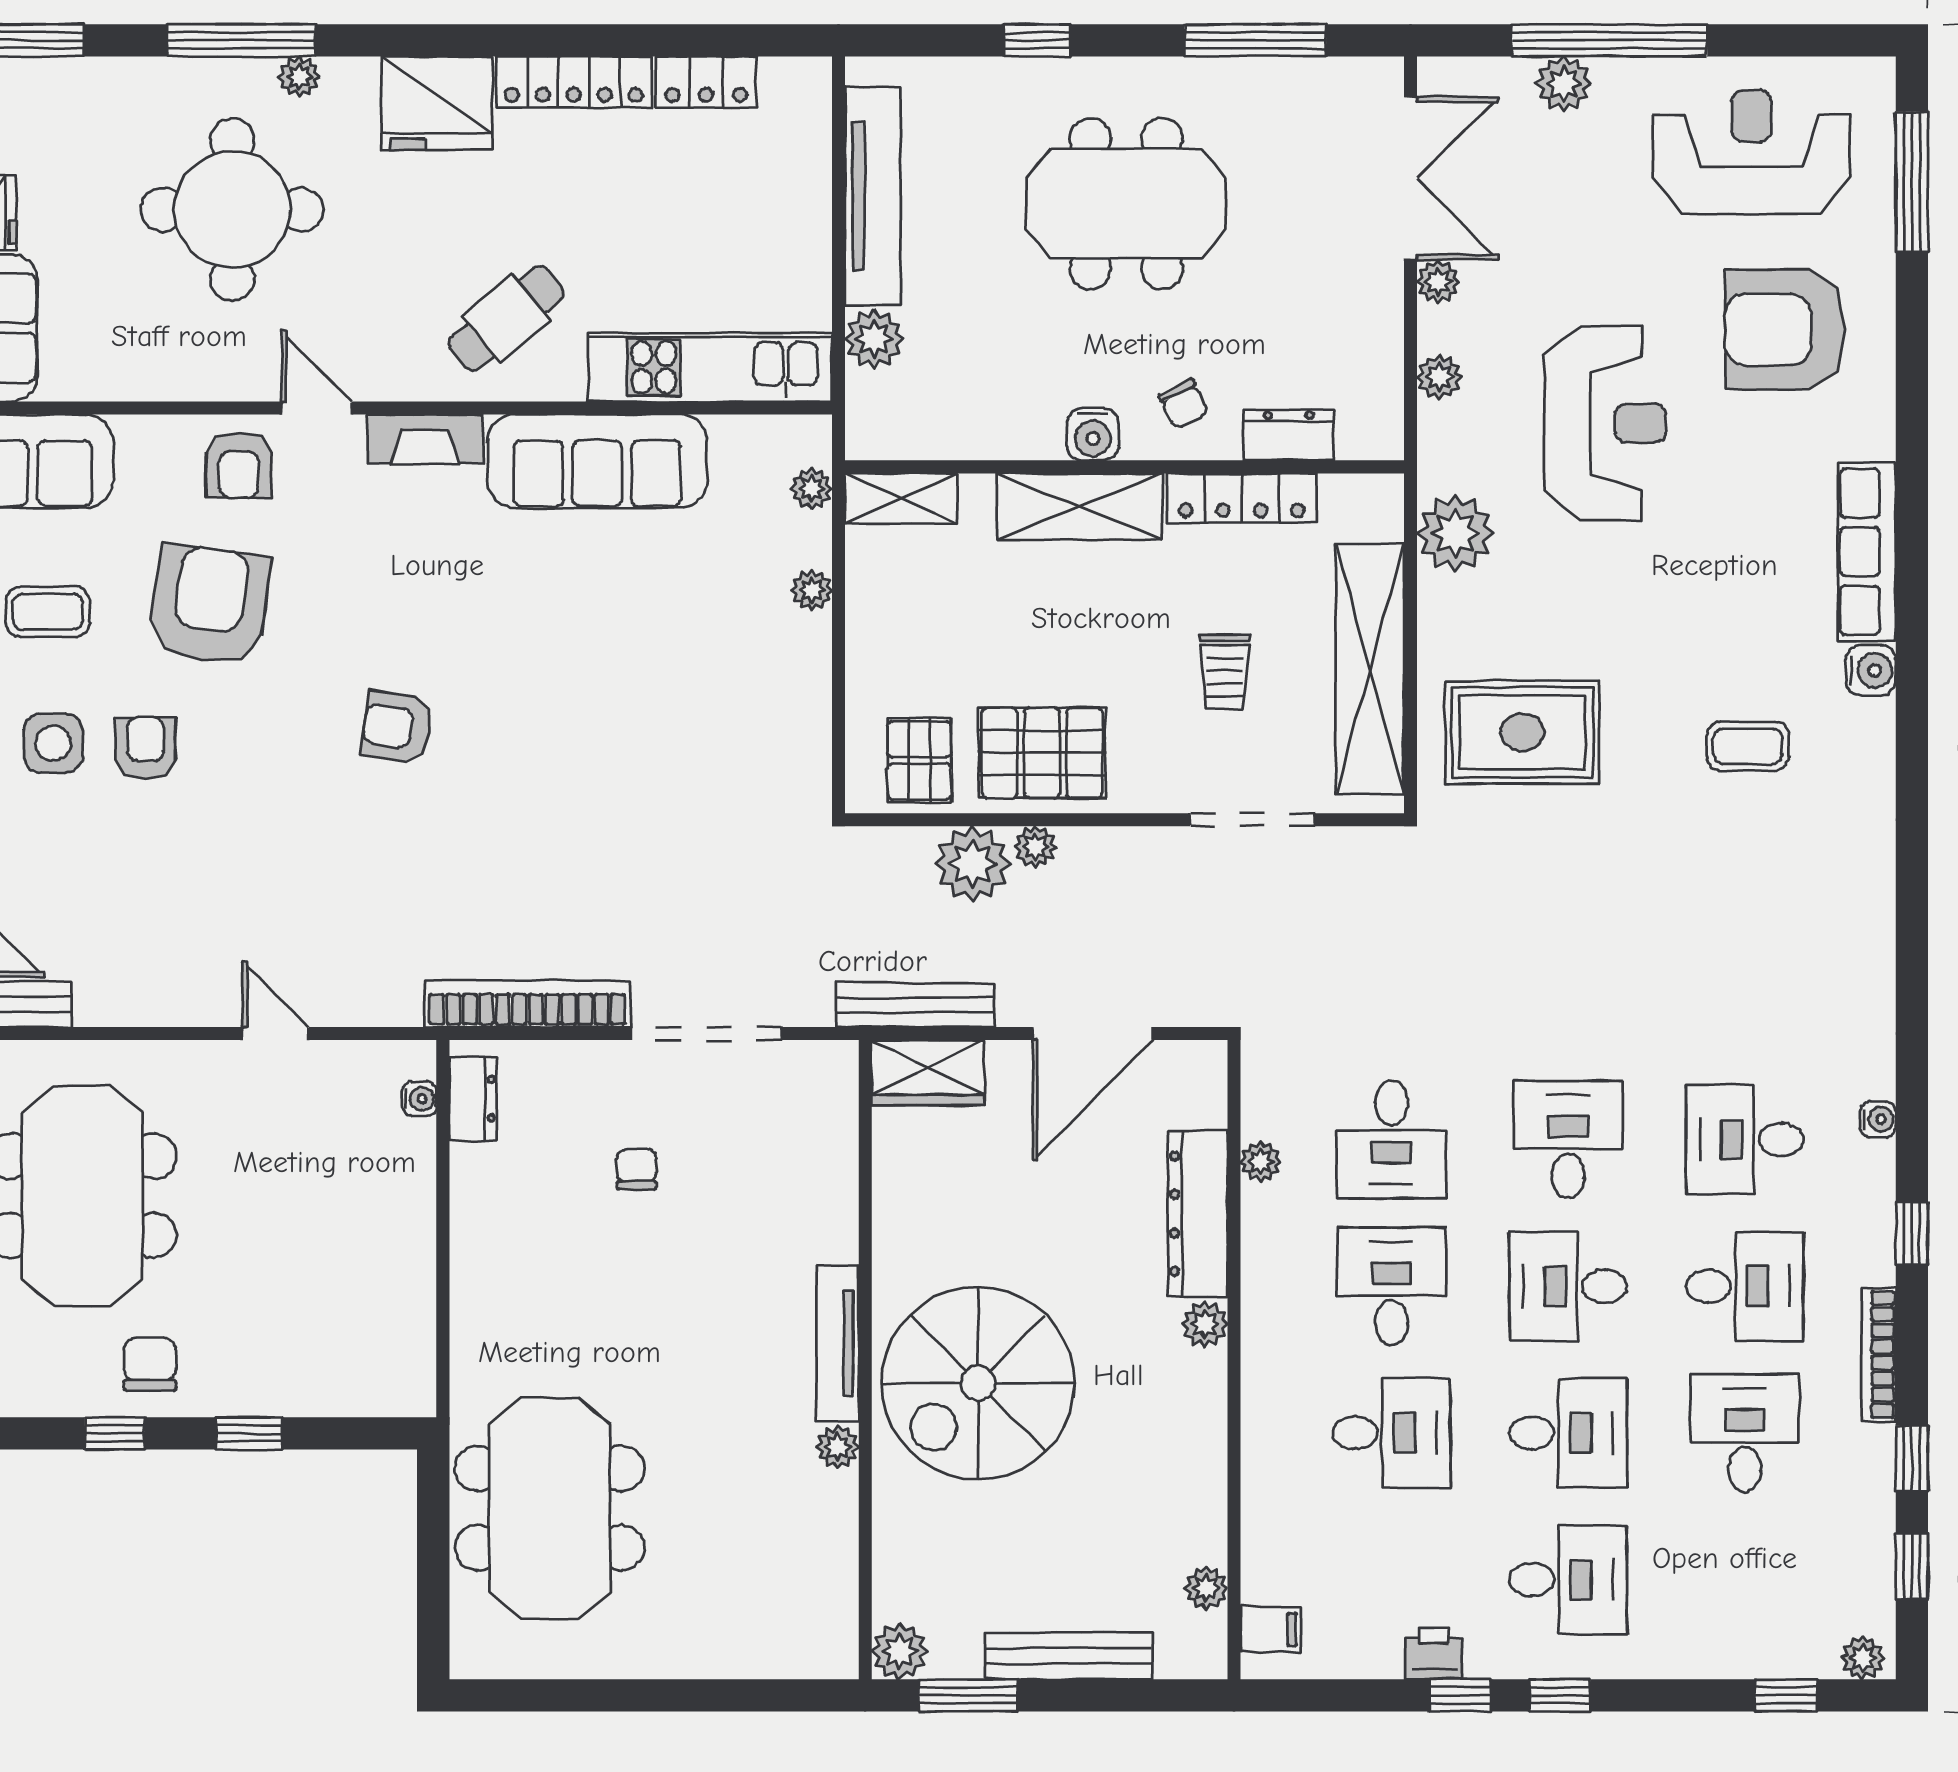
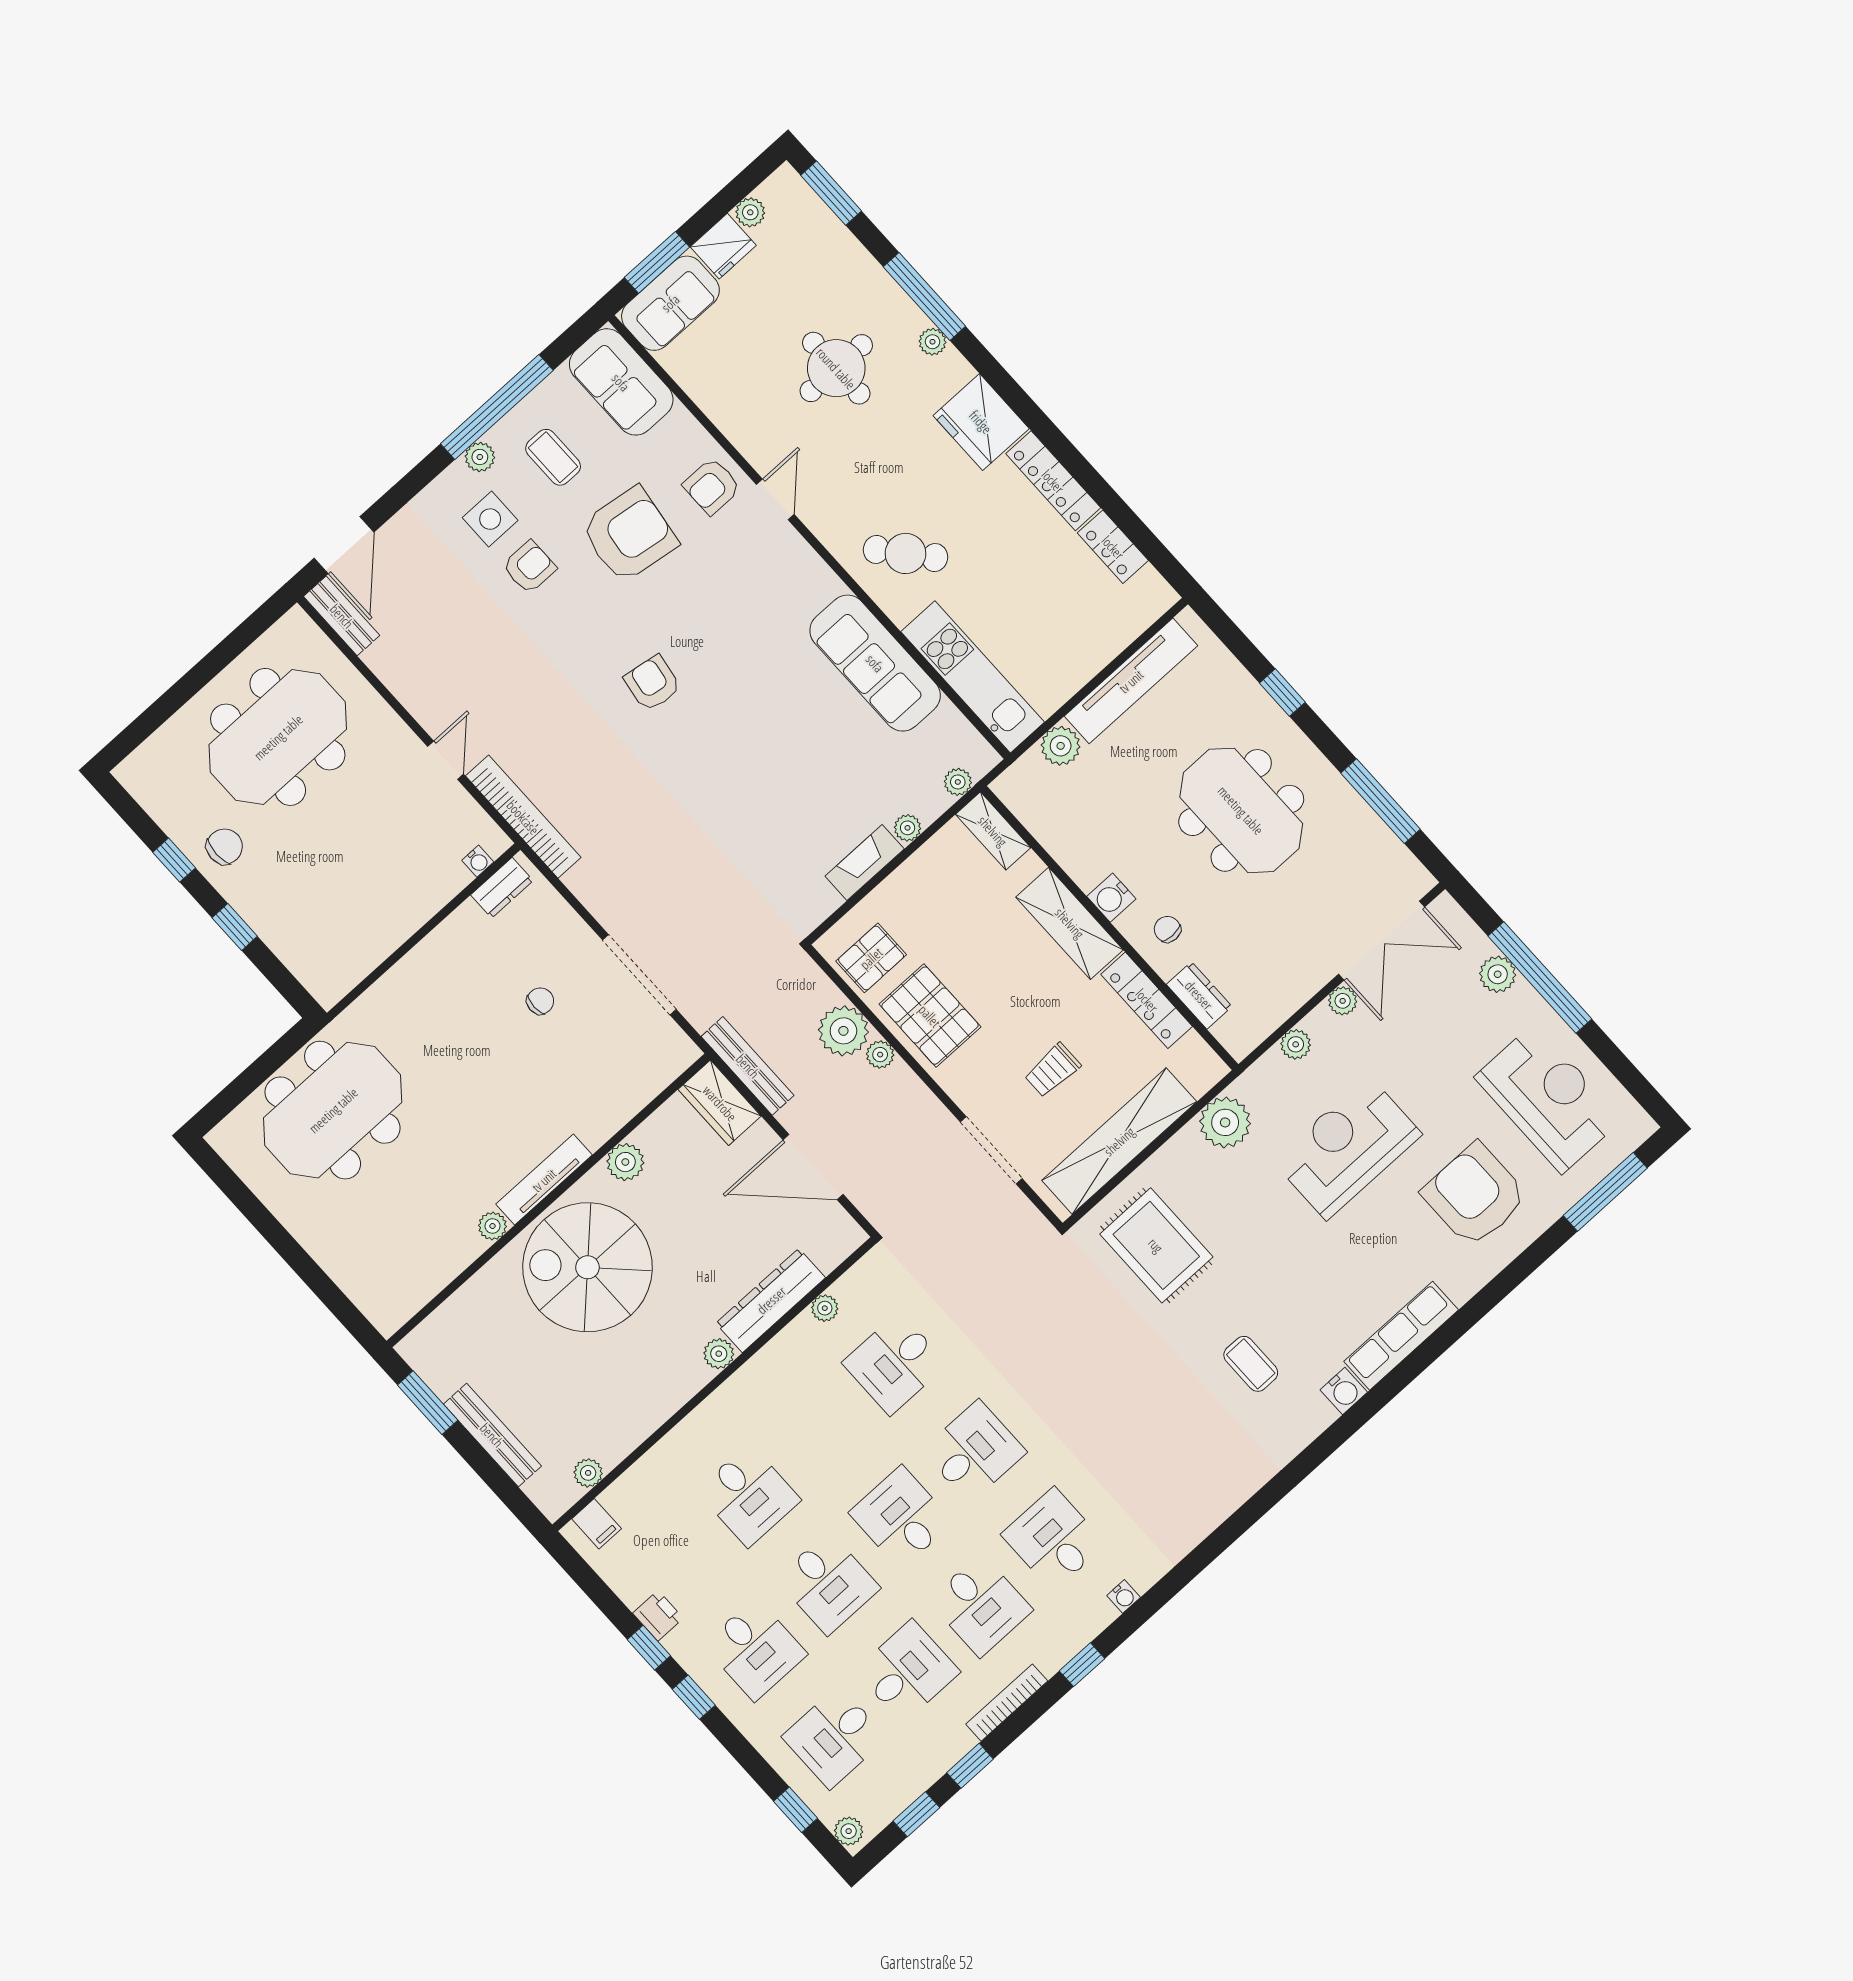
round table: (232, 209) -> (836, 368), width x0.73, depth x0.73
chair: (1184, 404) -> (1167, 929), turned 117
reception desk: (1605, 423) -> (1347, 1148), turned 180
fireplace: (425, 439) -> (865, 862), moved, turned 90
bookcase: (528, 1004) -> (523, 817), moved
desk: (1392, 1286) -> (834, 1737), moved, turned 180
plant: (900, 1651) -> (625, 1162), moved

